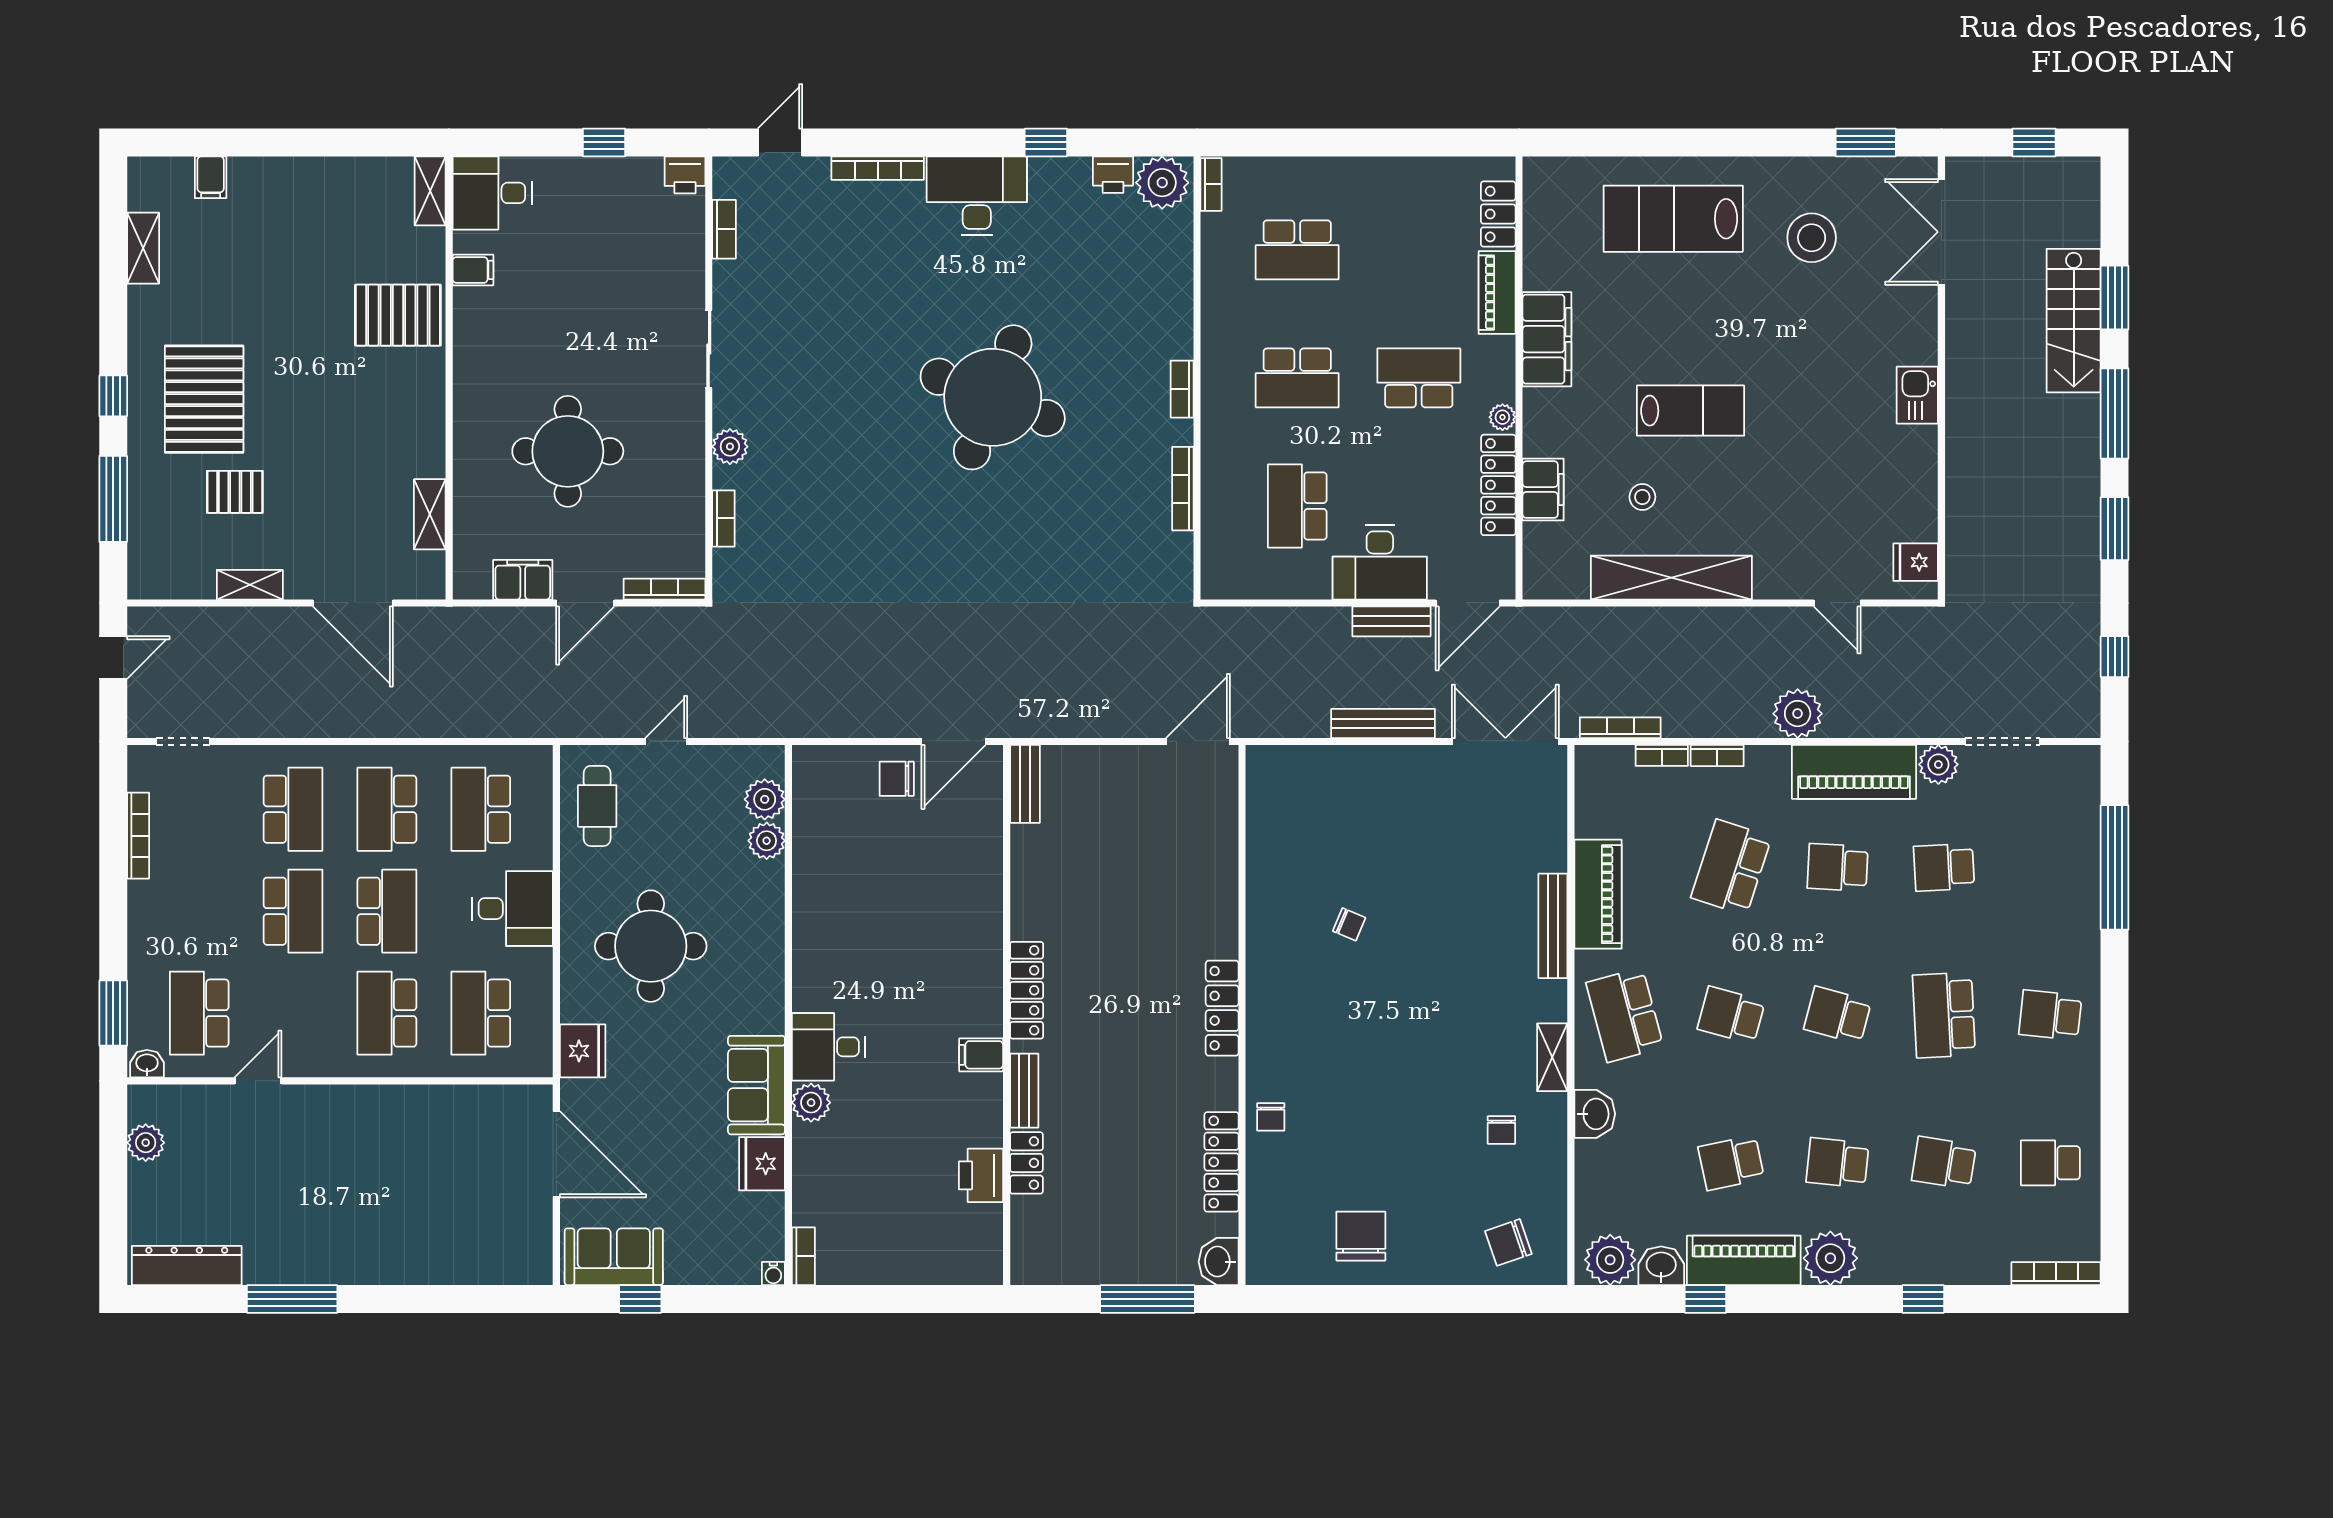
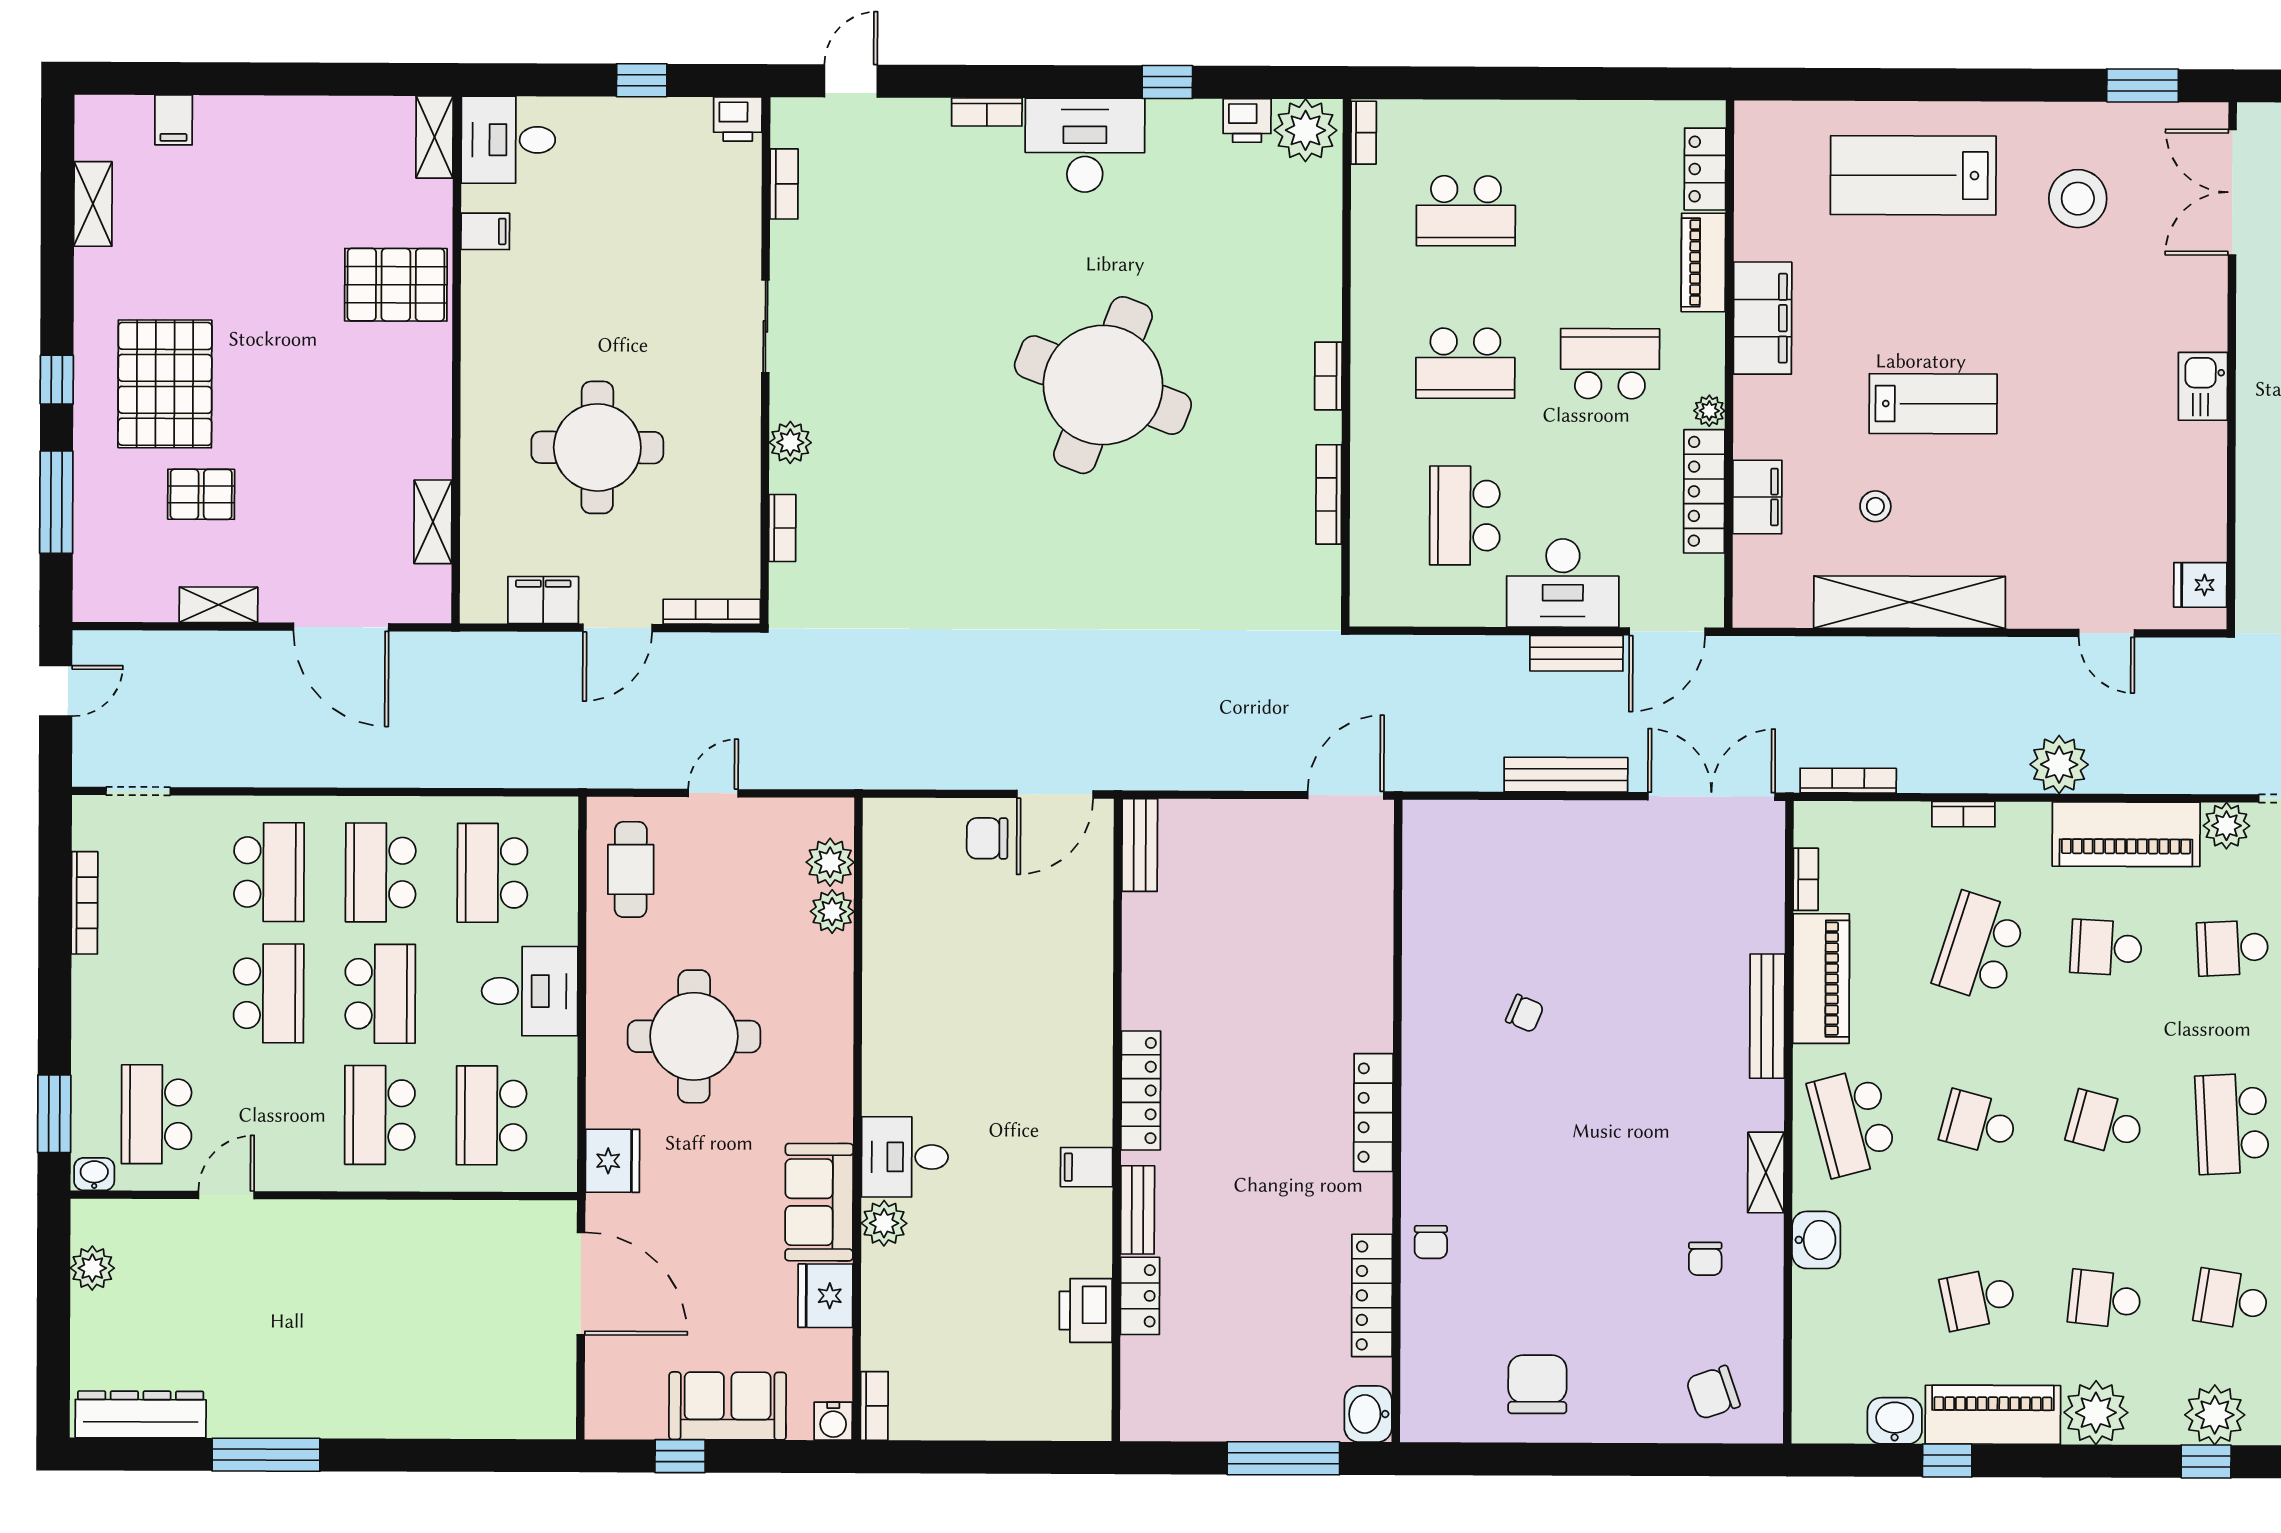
bookcase: (878, 168) -> (987, 112), width x0.64
bookcase: (1662, 755) -> (1806, 879), moved, turned -90
sofa: (614, 1257) -> (728, 1406), moved
plant: (1610, 1260) -> (2215, 1415), moved
water cooler: (773, 1274) -> (833, 1421), width x1.38, depth x1.38

